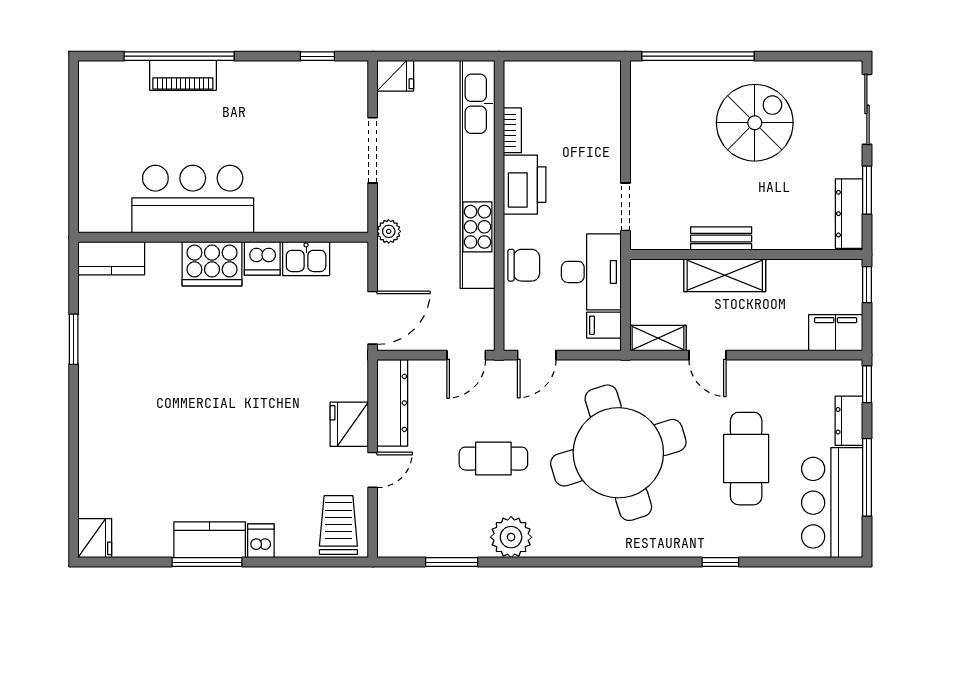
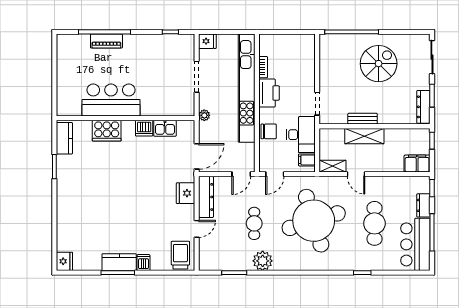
kitchen counter: (111, 258) -> (64, 138), moved, turned -90
cooker: (212, 264) -> (107, 131), moved
fridge: (349, 424) -> (186, 193), moved
cafe table: (493, 459) -> (254, 223), turned 90

